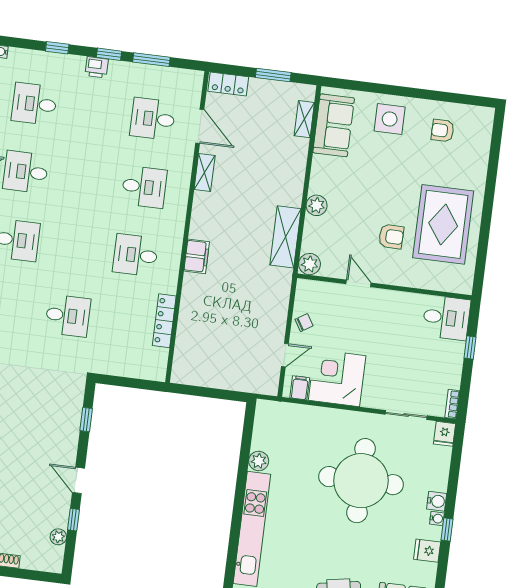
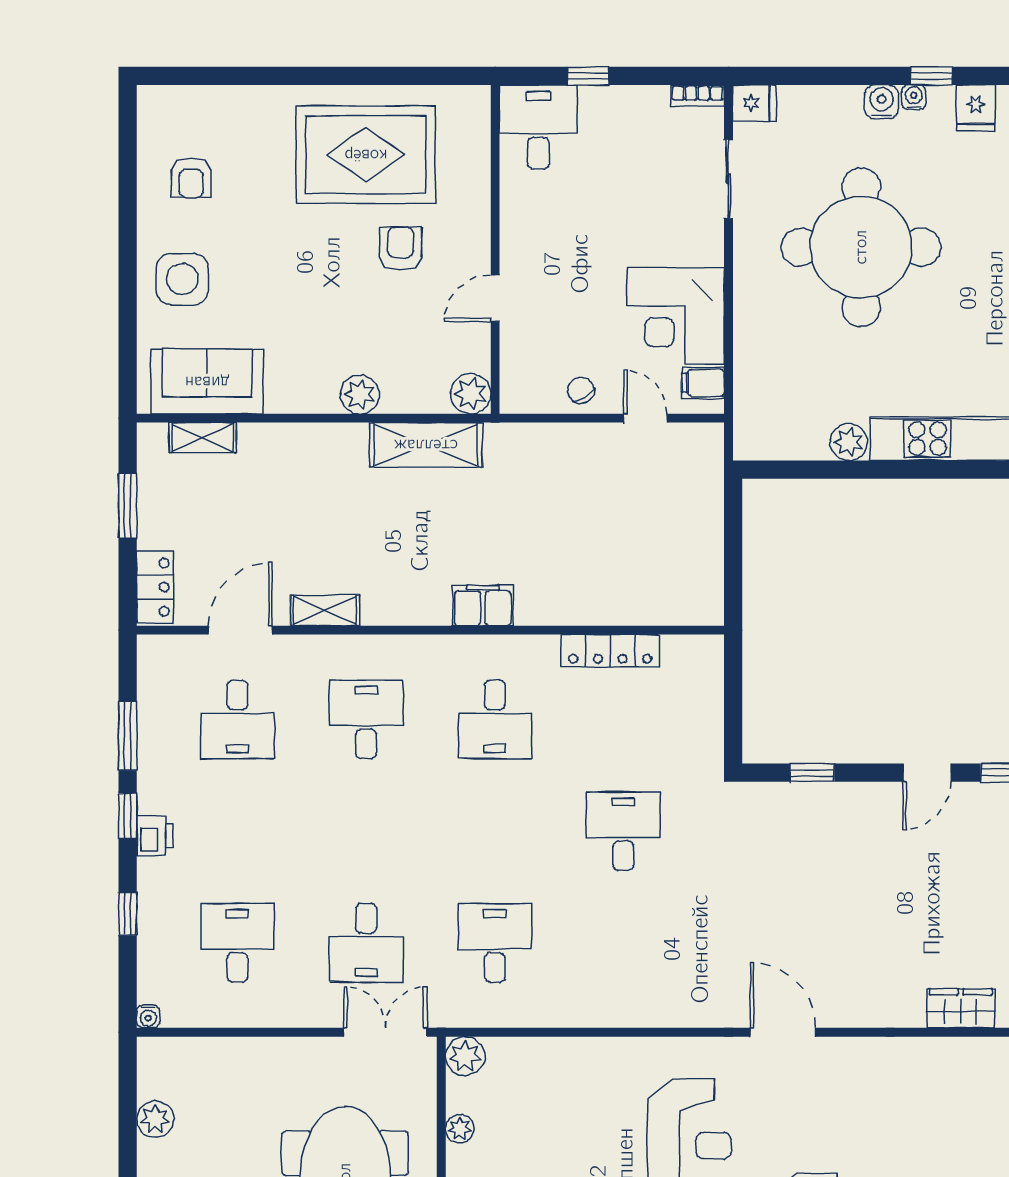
desk: (34, 104) -> (238, 943), turned 180

